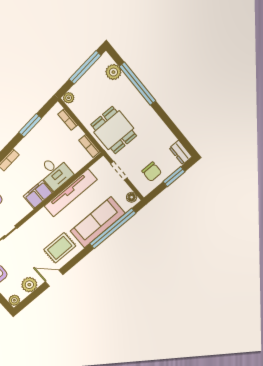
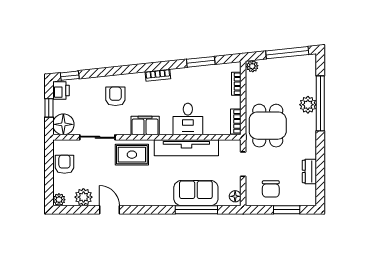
plant: (113, 72) -> (308, 105), moved
dresser: (181, 152) -> (309, 171), moved
filing cabinet: (38, 194) -> (145, 126), moved
sofa: (98, 222) -> (196, 193), width x0.73
window: (113, 228) -> (196, 210), width x0.68
rug: (60, 248) -> (132, 155), moved

